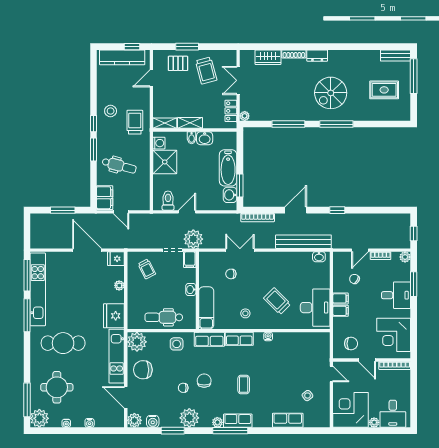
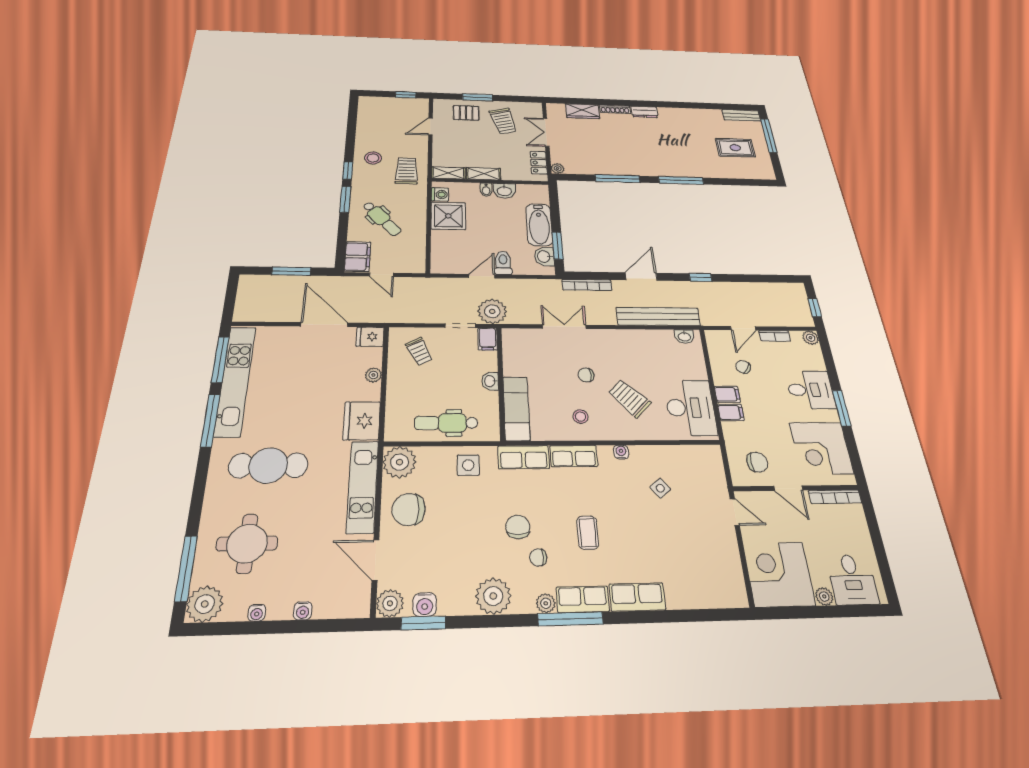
kitchen counter: (122, 57) -> (392, 104), removed
spiral stairs: (331, 93) -> (668, 149), removed
dental chair: (119, 166) -> (382, 219), turned 33
toilet: (168, 201) -> (503, 263), moved
chair: (231, 274) -> (586, 375), moved
window: (414, 284) -> (842, 408), moved
chair: (183, 388) -> (538, 557), moved
side table: (307, 396) -> (660, 488), moved
row of seats: (288, 420) -> (637, 597), moved
window: (173, 431) -> (423, 623), moved

